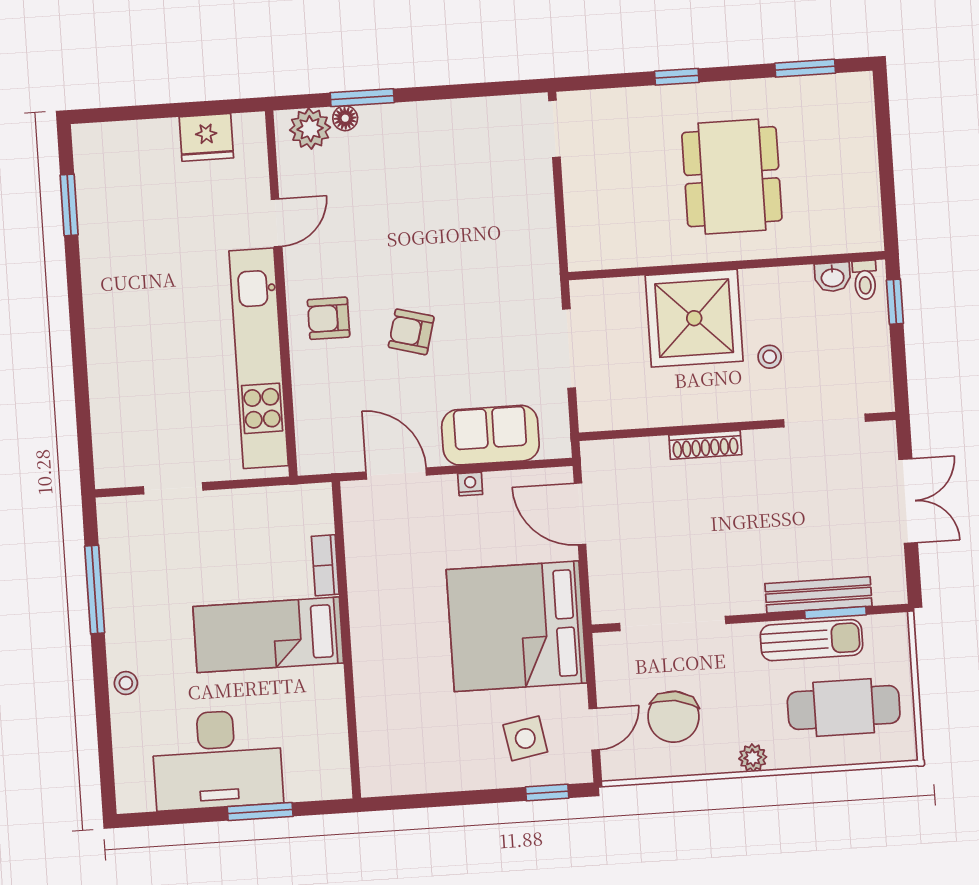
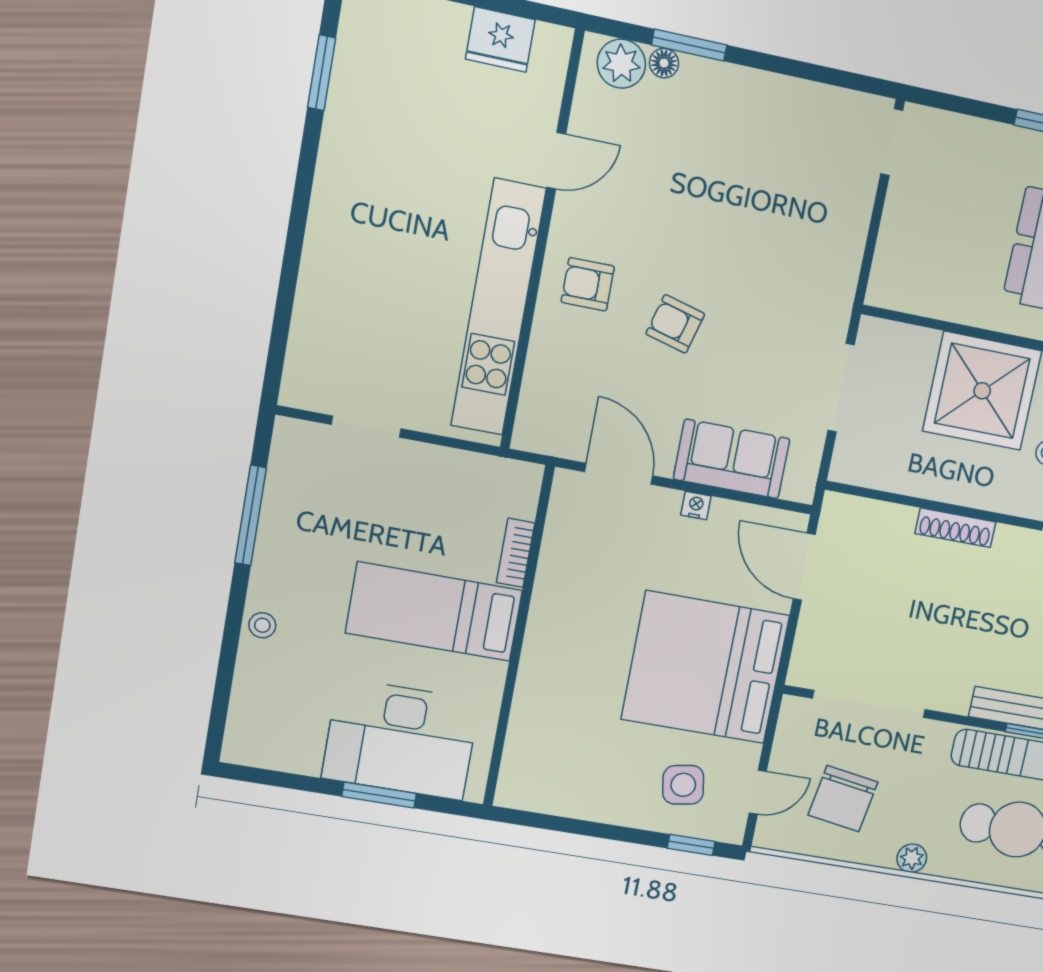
desk: (217, 760) -> (401, 739), moved

